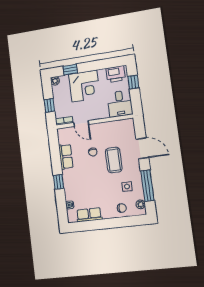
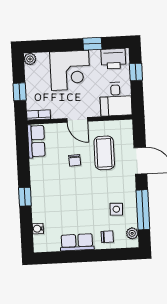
window: (70, 70) -> (92, 44), moved
door: (81, 123) -> (77, 120), moved
row of seats: (66, 157) -> (36, 141), moved
coffee table: (114, 160) -> (104, 153), moved
row of seats: (89, 215) -> (77, 242), moved

